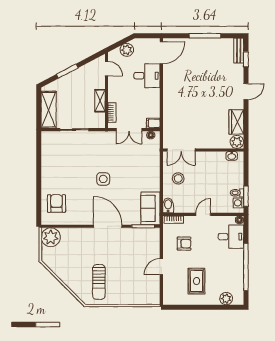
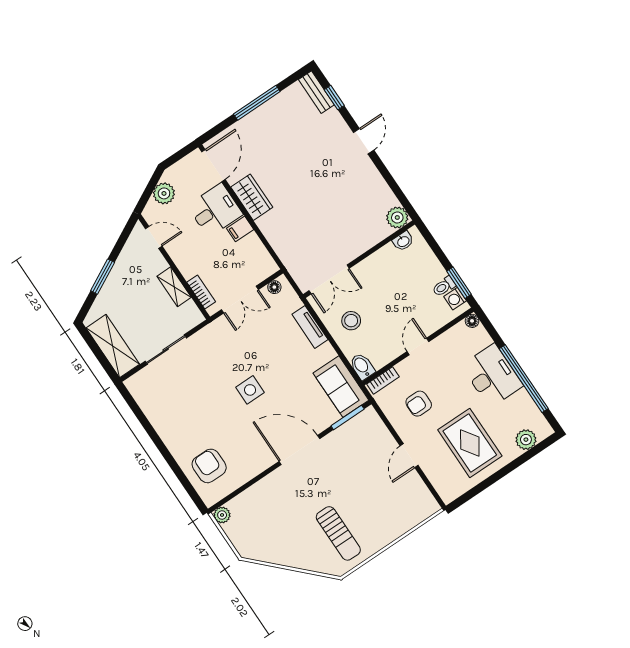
wardrobe: (236, 122) -> (252, 197), moved, turned 180
filing cabinet: (153, 123) -> (240, 229), moved
tv unit: (155, 167) -> (310, 327), added
plant: (51, 237) -> (222, 515), width x0.53, depth x0.53
desk: (231, 237) -> (492, 376), moved, width x1.37
armchair: (184, 244) -> (419, 404), turned 180
rug: (197, 281) -> (470, 443), width x1.36, depth x1.43

